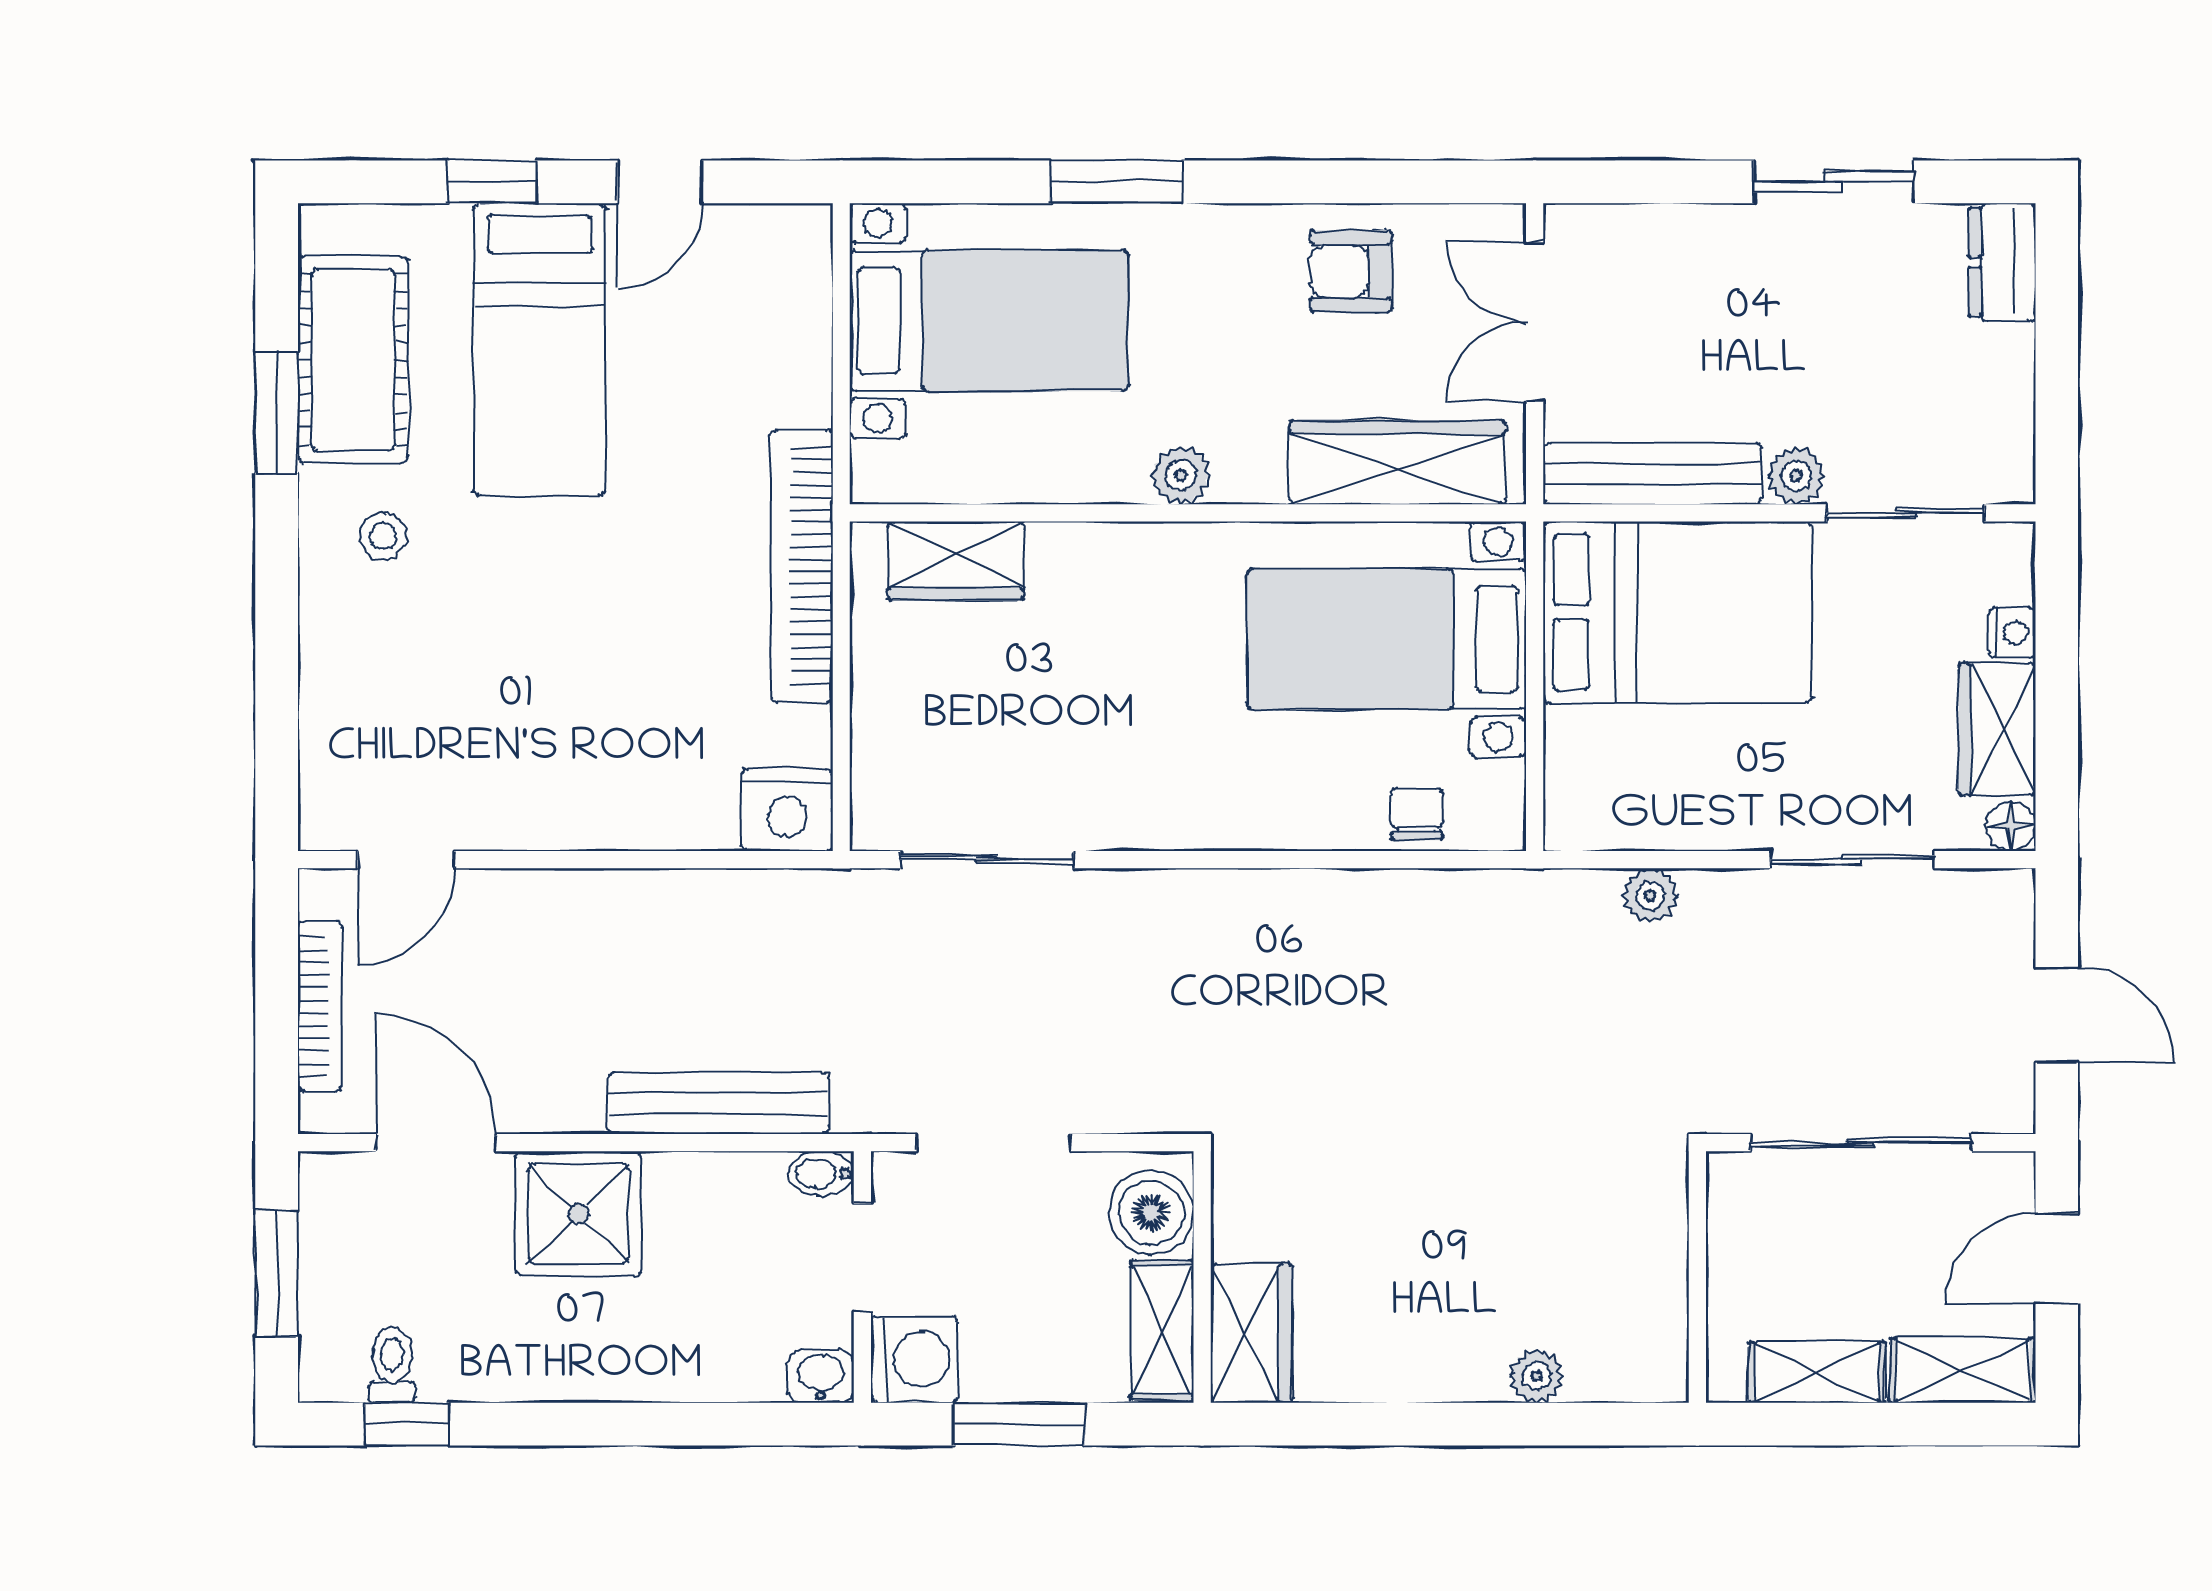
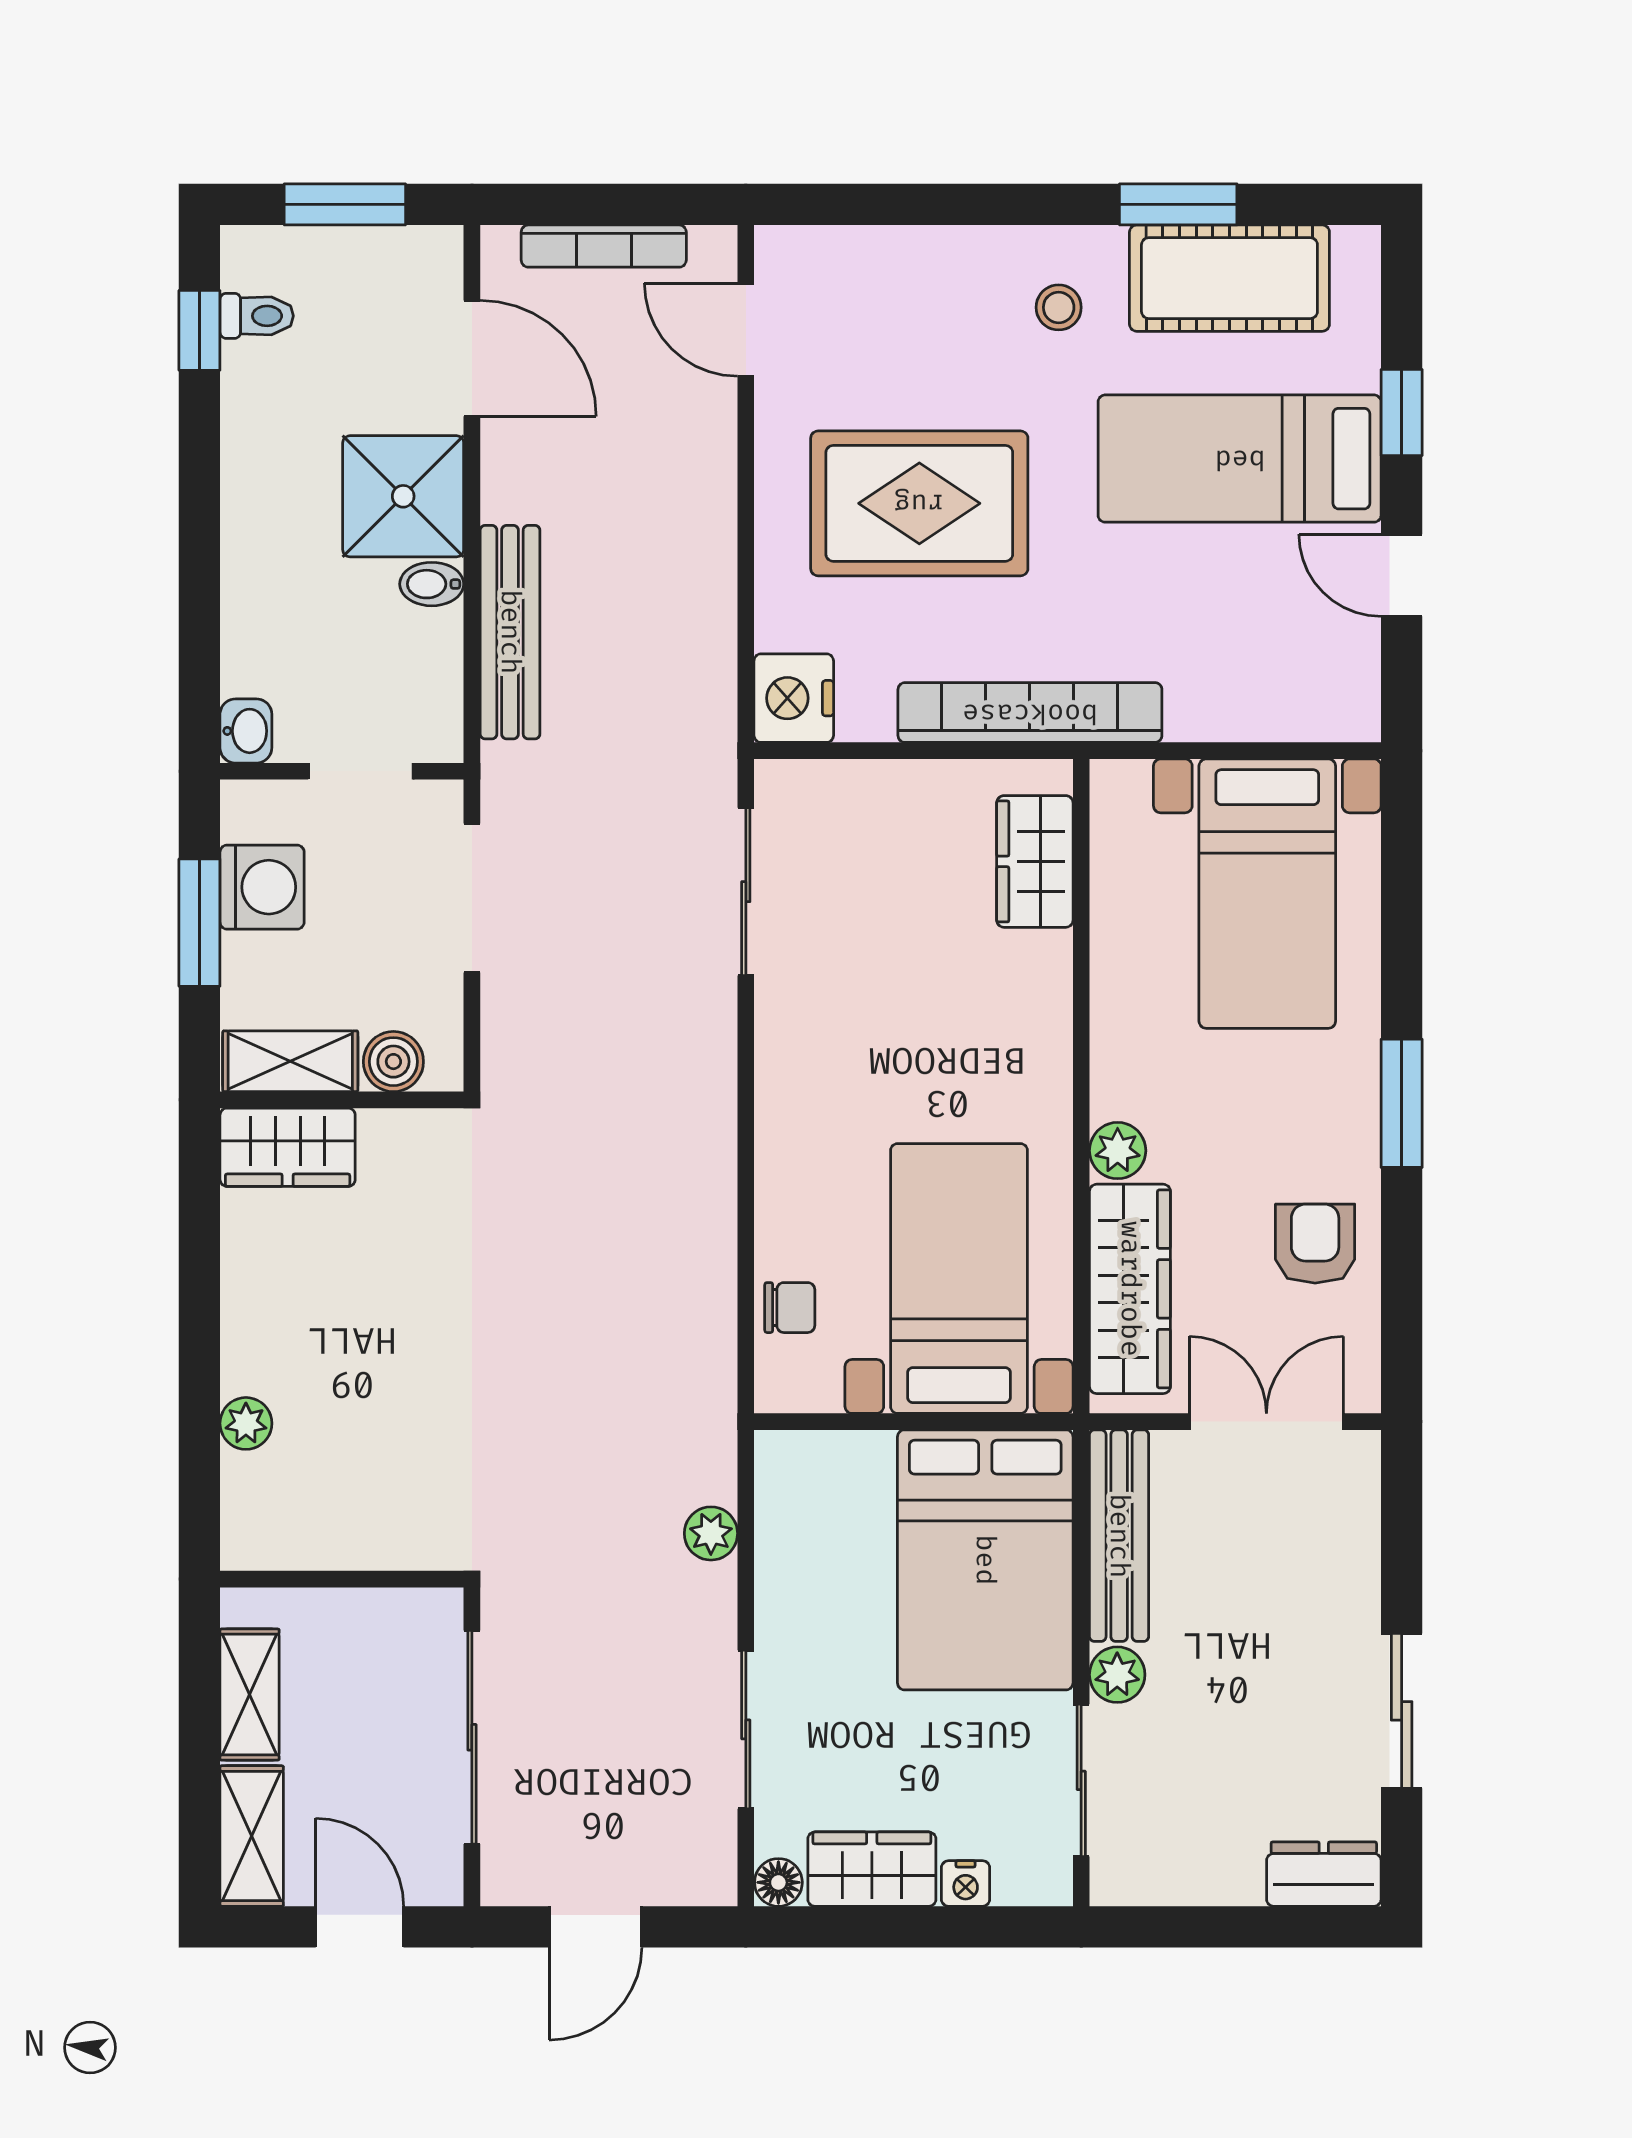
window: (1116, 182) -> (1402, 1103), moved
plant: (1181, 475) -> (1118, 1151), moved
rug: (586, 680) -> (919, 503), added
door: (436, 1143) -> (472, 358), hinge flipped
bidet: (821, 1174) -> (432, 584), moved, turned -90
boiler: (1151, 1212) -> (393, 1062), width x0.73, depth x0.73
washing machine: (914, 1360) -> (262, 887), moved, turned -90

